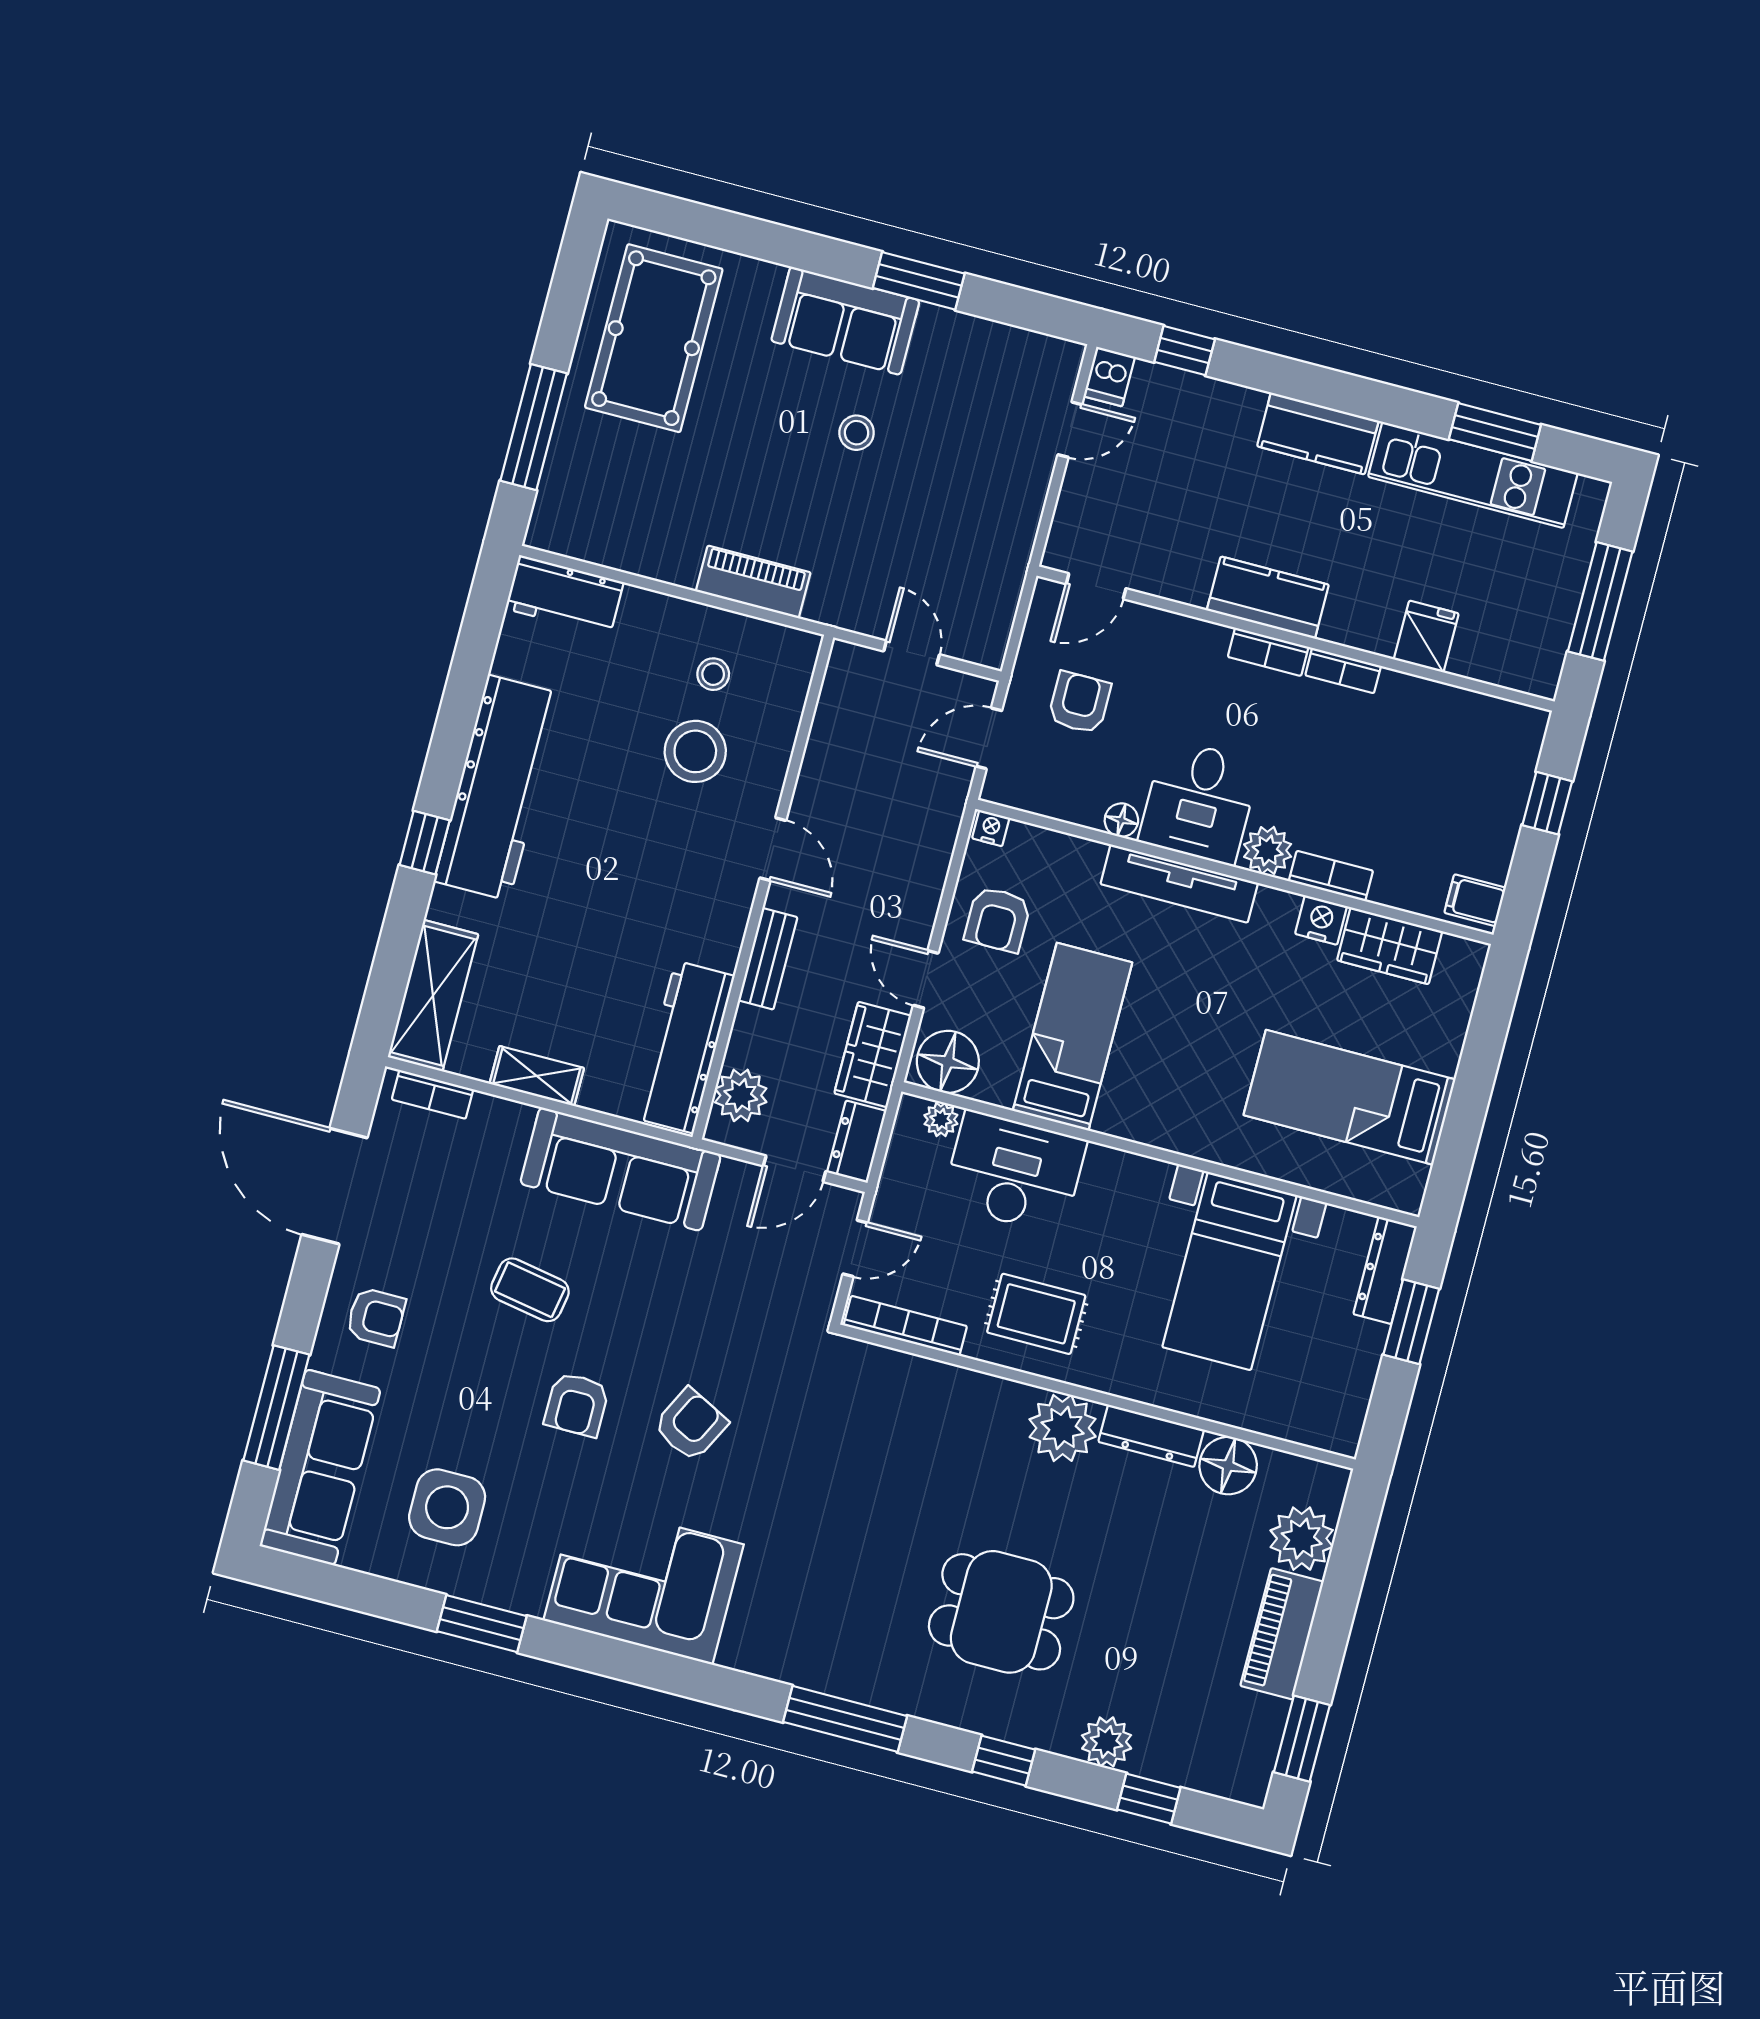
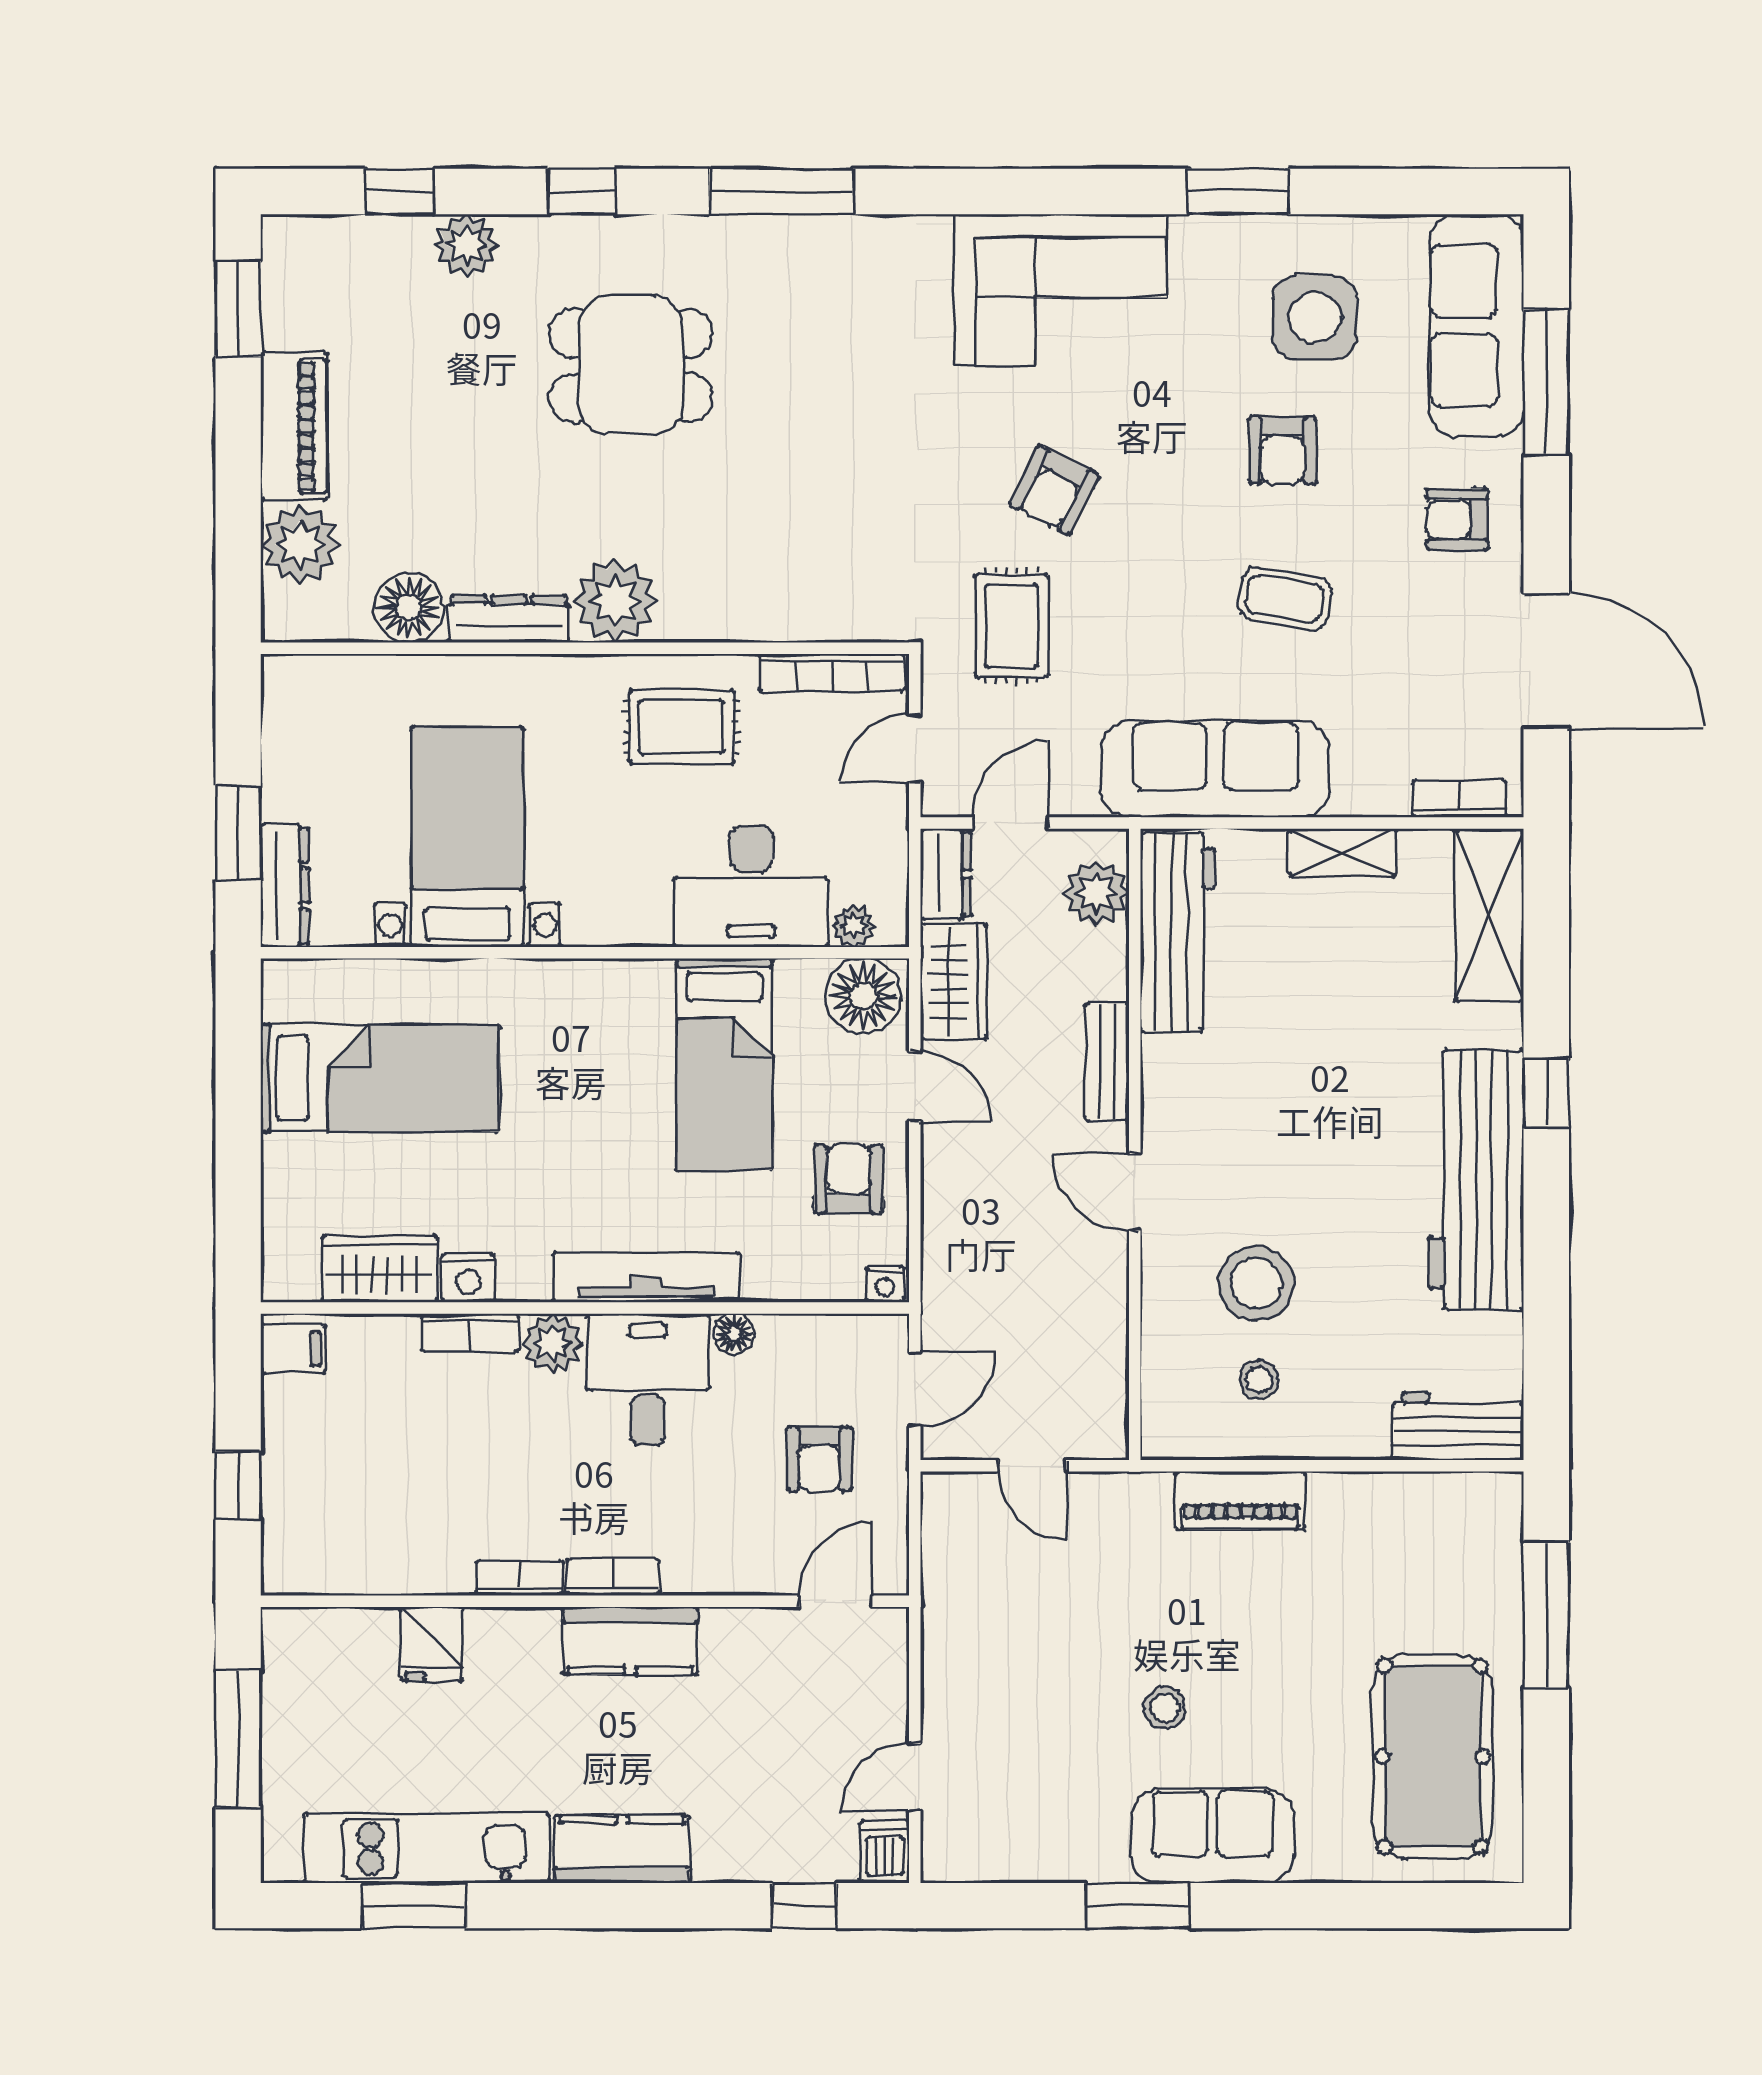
rug: (753, 1325) -> (1011, 626), added
armchair: (577, 1405) -> (1282, 450), moved, turned 180

